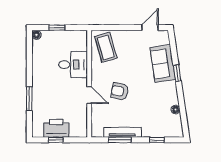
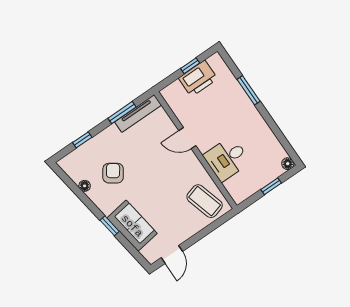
armchair: (120, 91) -> (113, 173), moved, turned -66
tv unit: (122, 132) -> (138, 113), moved

